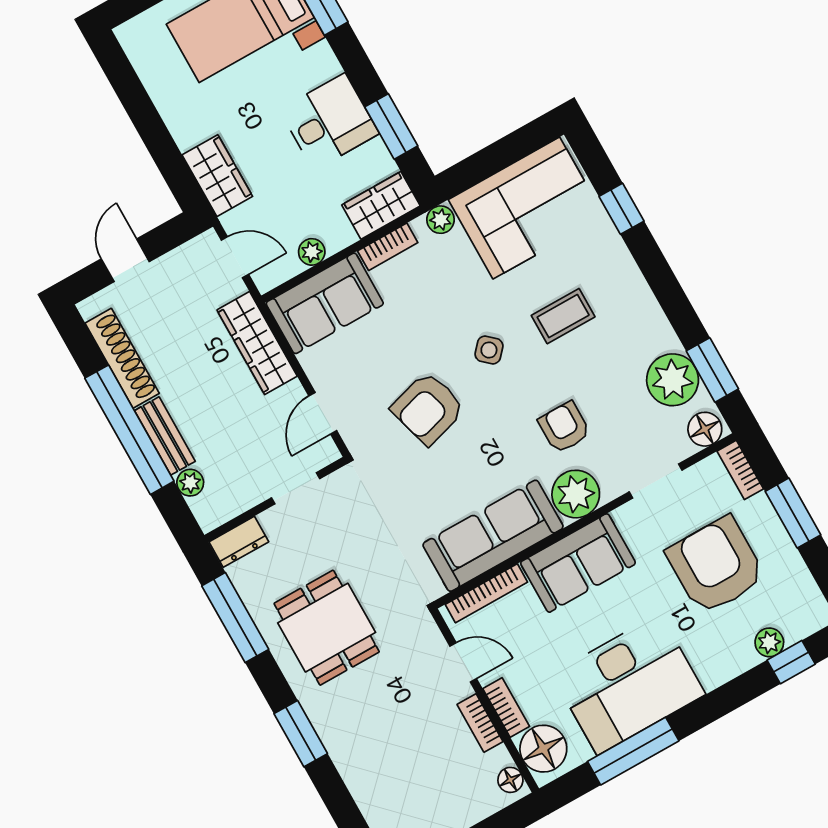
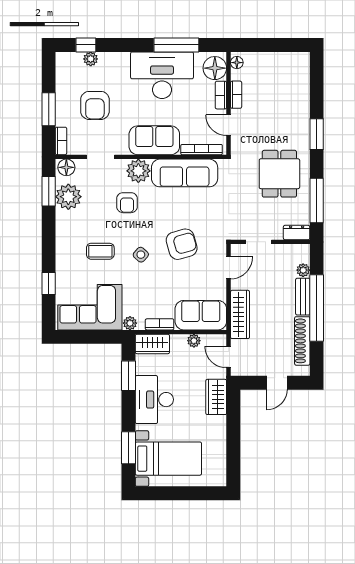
desk: (329, 122) -> (154, 400), width x1.37
armchair: (716, 565) -> (95, 105), width x0.73, depth x0.73

